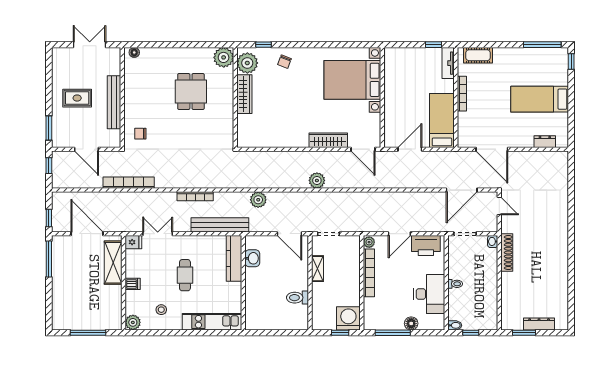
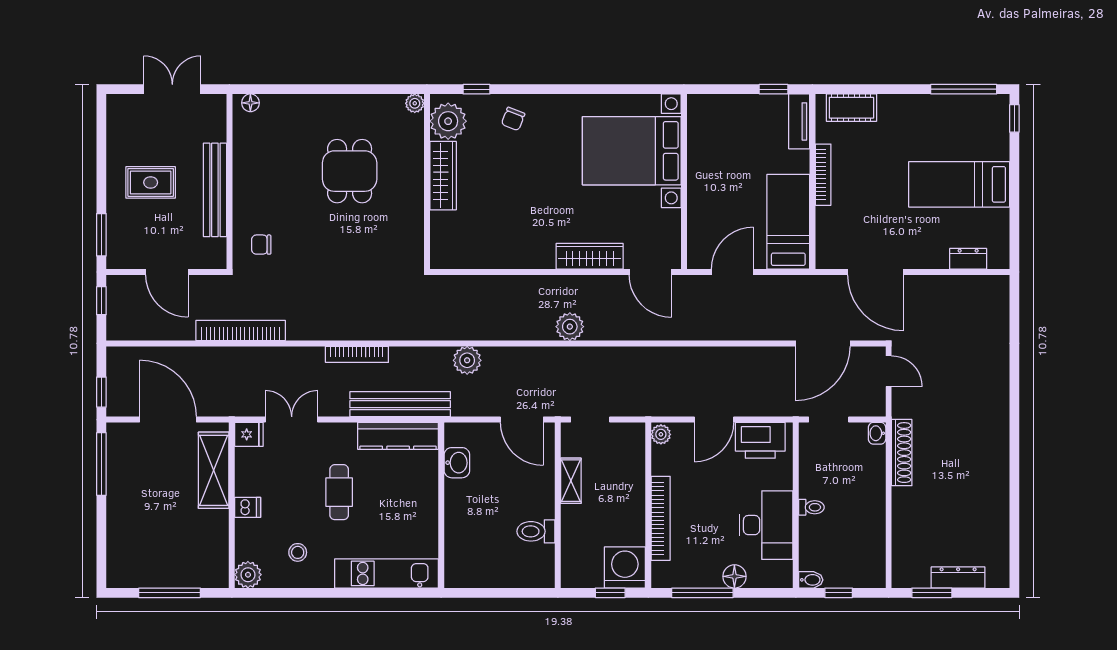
plant: (224, 57) -> (415, 103), width x0.53, depth x0.53
kitchen counter: (234, 258) -> (398, 436), moved, turned -90
bookcase: (369, 273) -> (661, 518), moved

